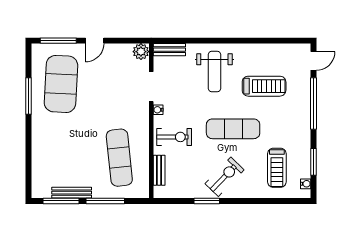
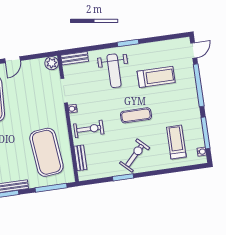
window: (236, 41) -> (128, 43), added
exercise mat: (233, 129) -> (136, 115), width x0.73, depth x0.69
exercise mat: (119, 158) -> (46, 152), width x1.47
window: (314, 162) -> (206, 133), width x1.44
treadmill: (277, 168) -> (176, 142), turned 180
window: (105, 201) -> (51, 188), moved

